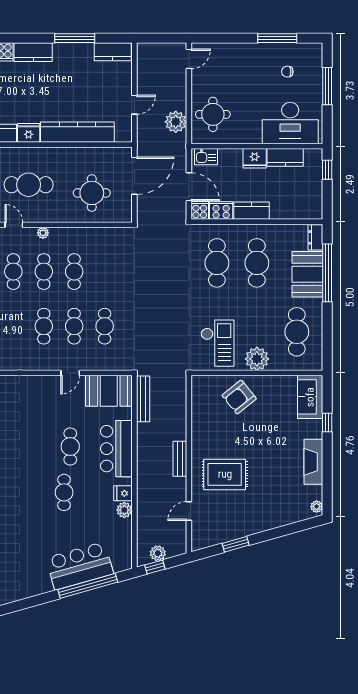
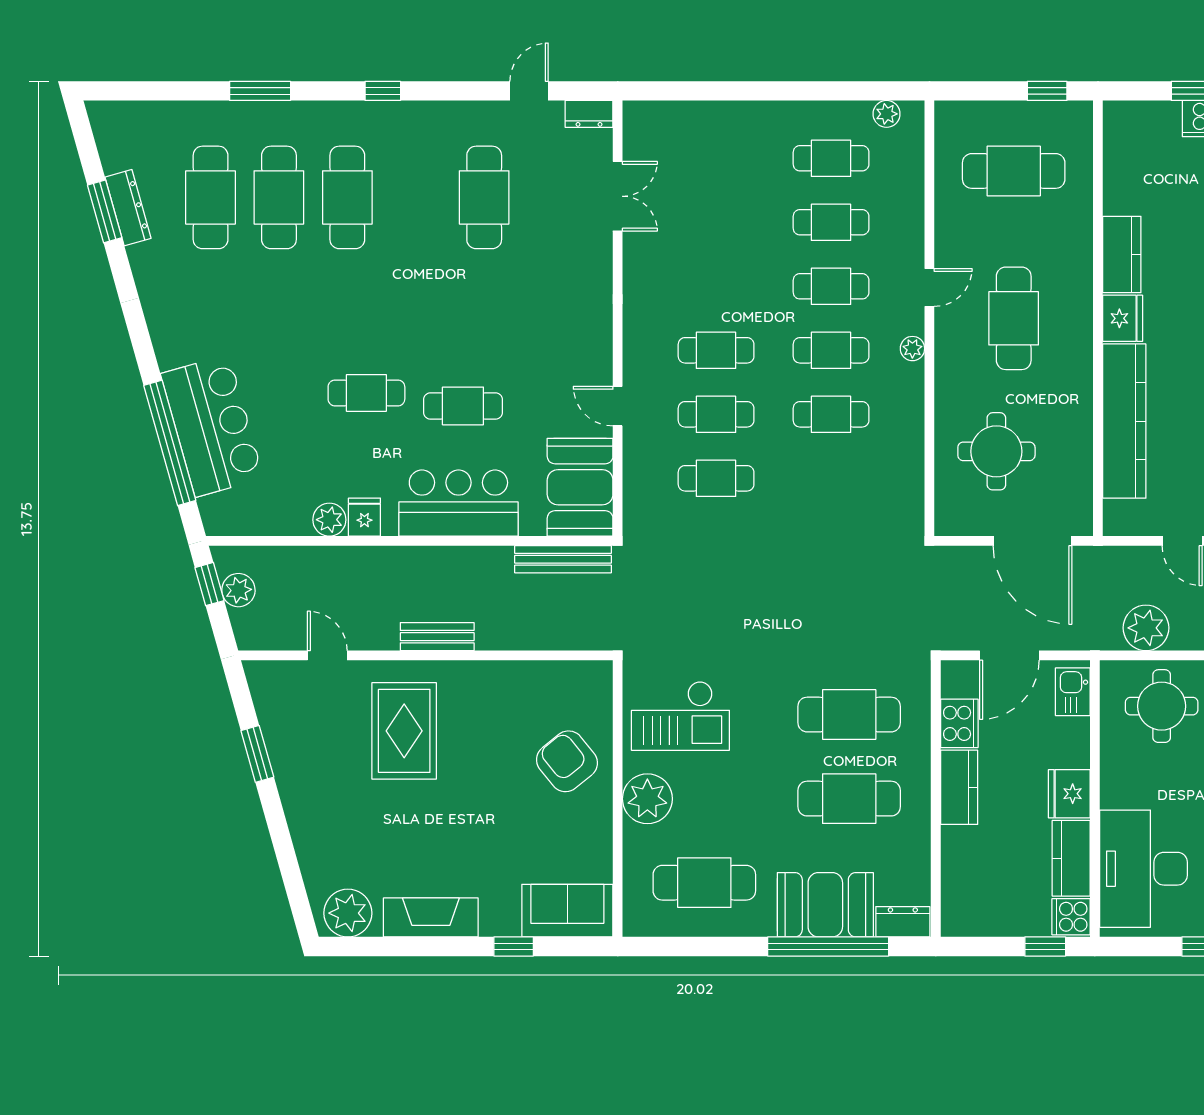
cooker: (200, 210) -> (1071, 917), moved, turned 180
plant: (317, 507) -> (348, 913), width x1.88, depth x1.88

